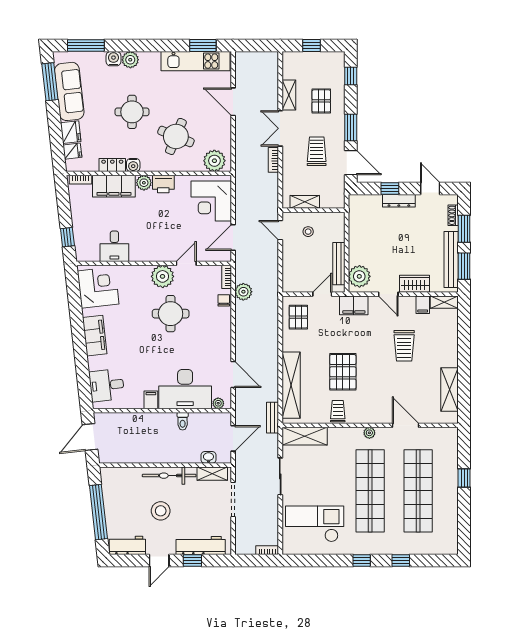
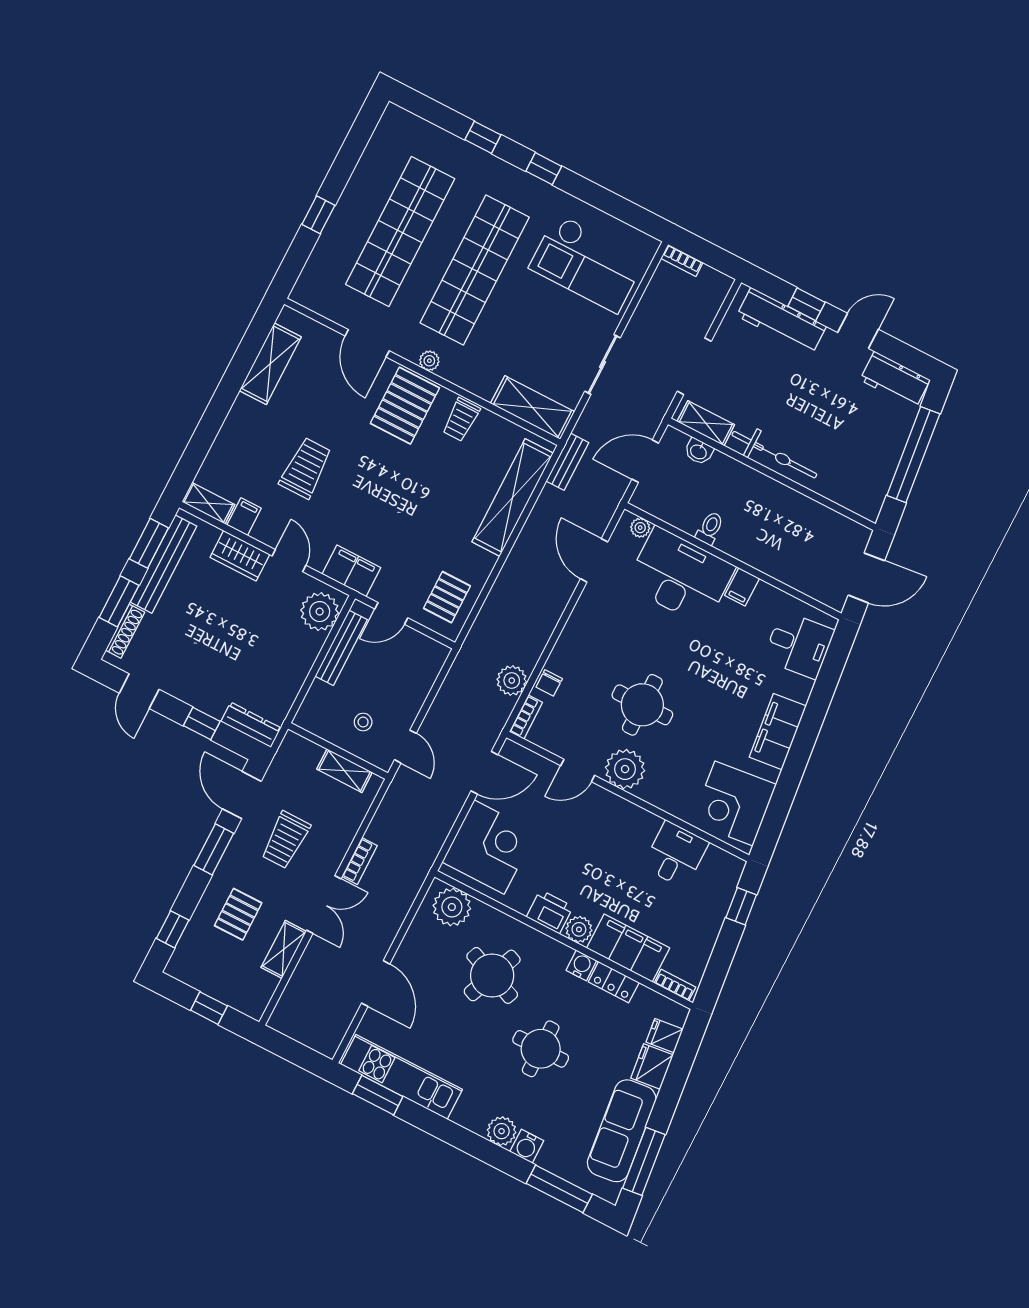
dresser: (399, 201) -> (251, 725), moved
shoe rack: (453, 215) -> (125, 631), width x1.43
pallet: (343, 372) -> (405, 406), moved
stool: (161, 511) -> (816, 407), removed

